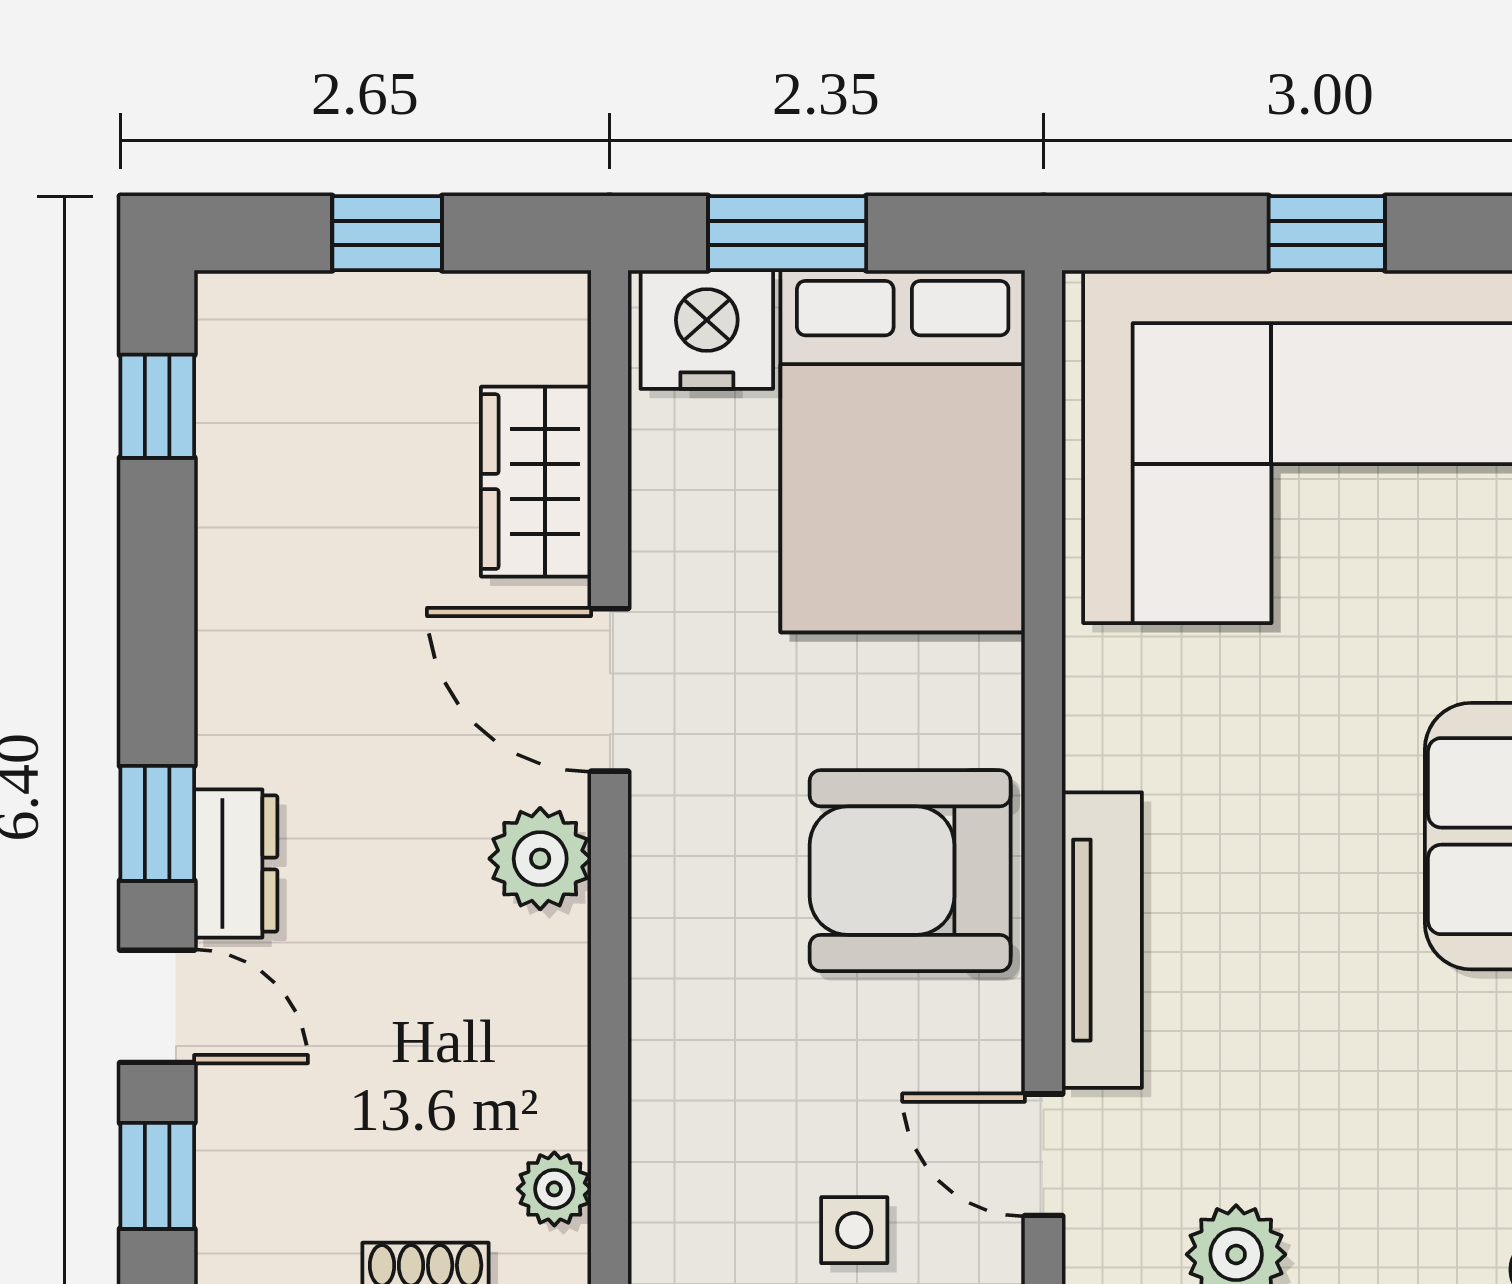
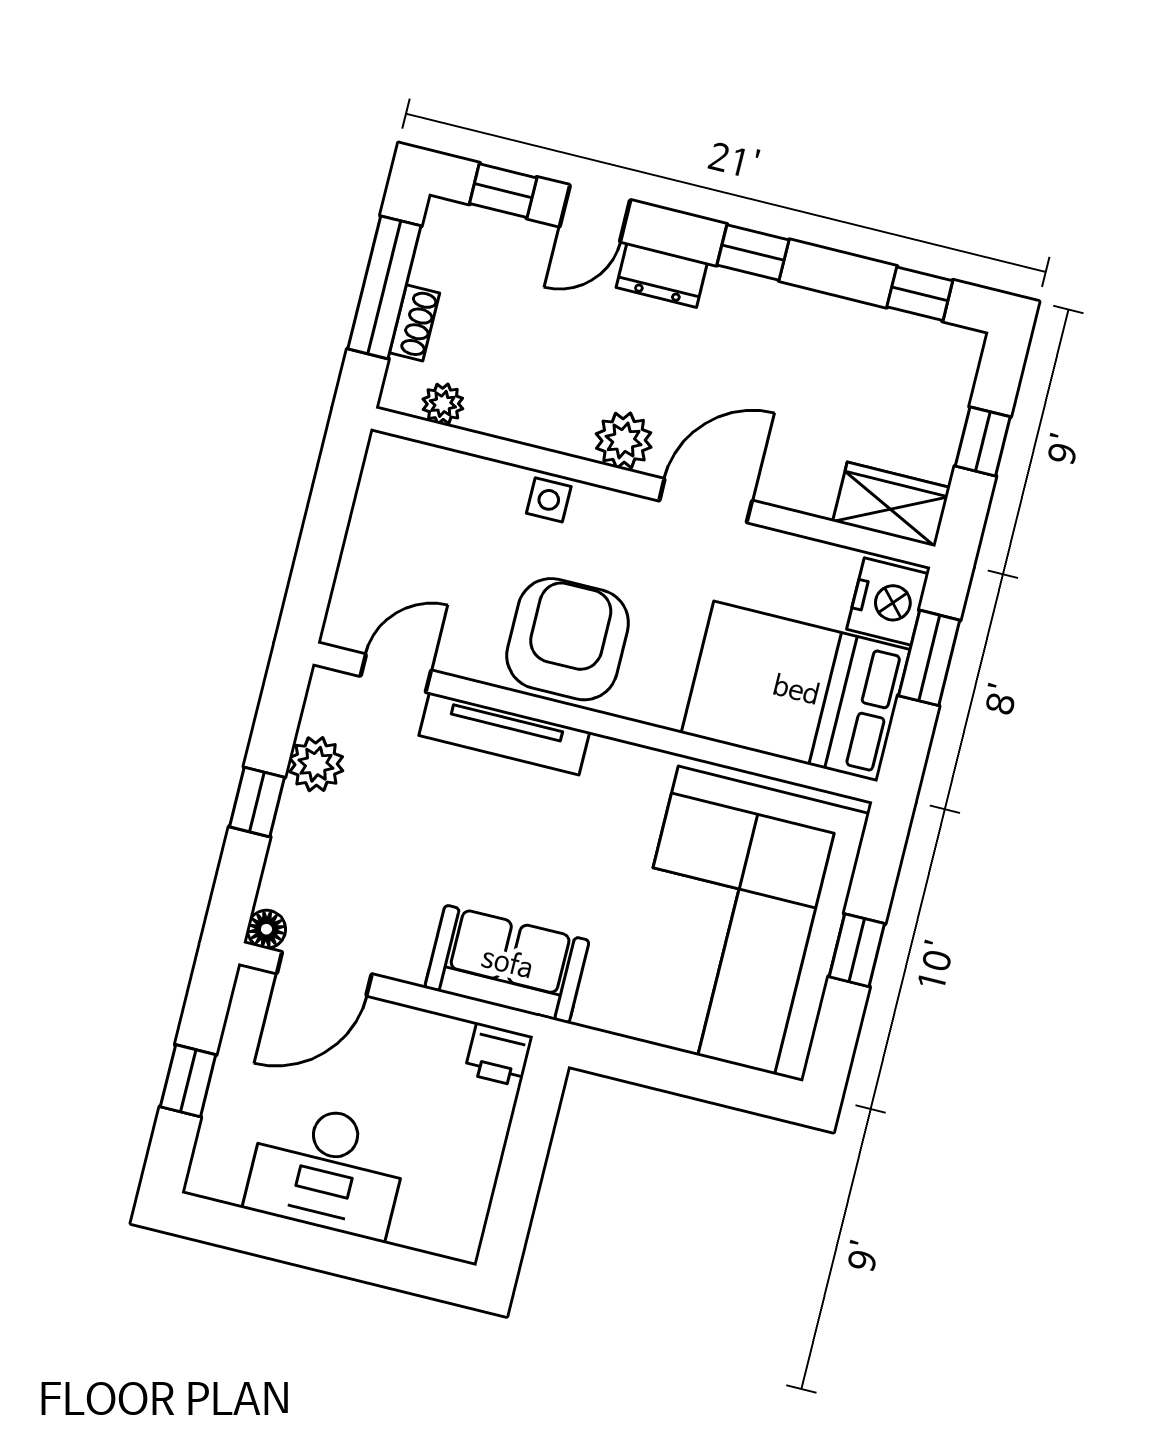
wardrobe: (536, 482) -> (891, 504), moved
window: (157, 823) -> (753, 252), moved
side table: (854, 1230) -> (549, 500), moved

